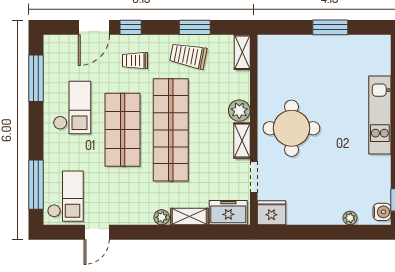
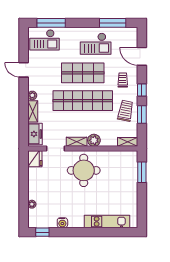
window: (131, 27) -> (142, 90), moved
window: (330, 27) -> (142, 172), moved
kitchen unit: (380, 115) -> (107, 221), moved
water cooler: (382, 212) -> (62, 223), moved
door: (97, 232) -> (24, 70), moved

